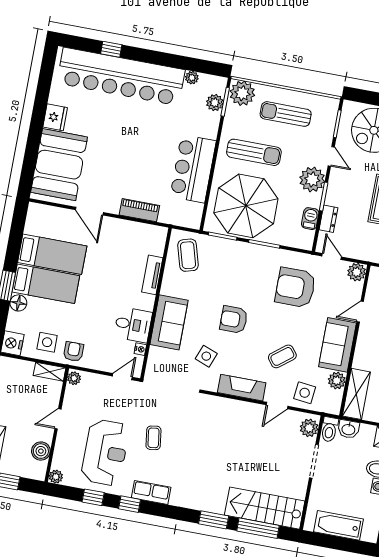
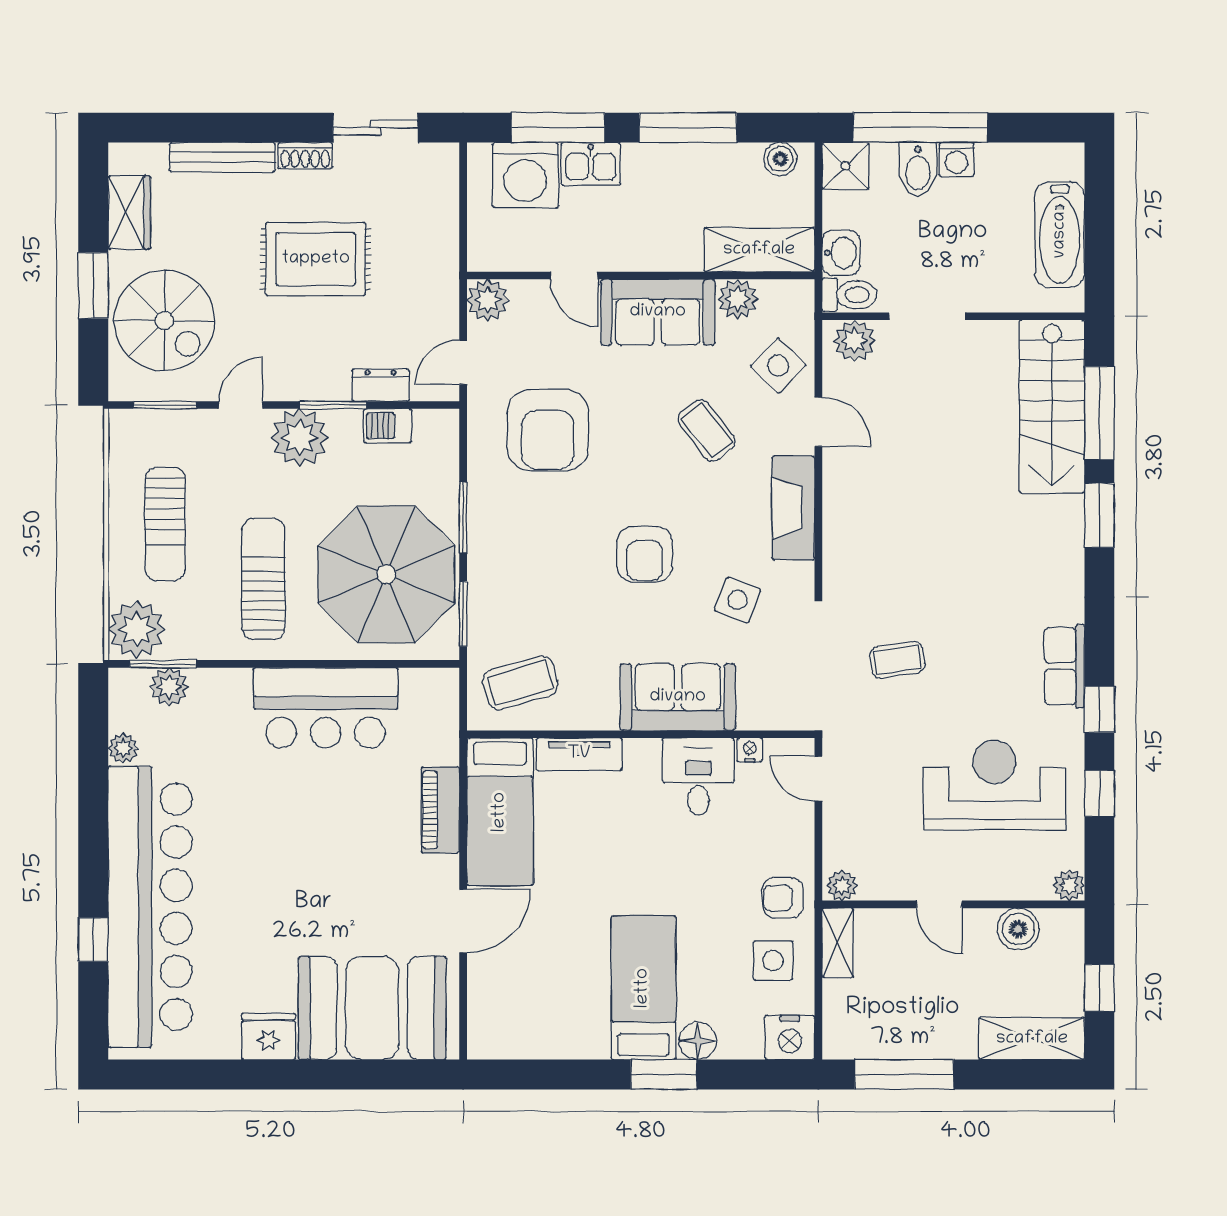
bed: (52, 254) -> (500, 812), moved, turned 180
side table: (305, 393) -> (778, 366), turned 38
coffee table: (153, 438) -> (897, 660), moved

